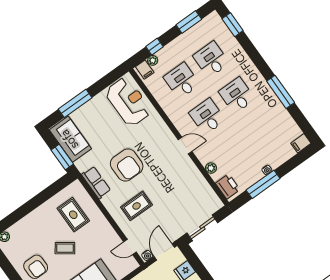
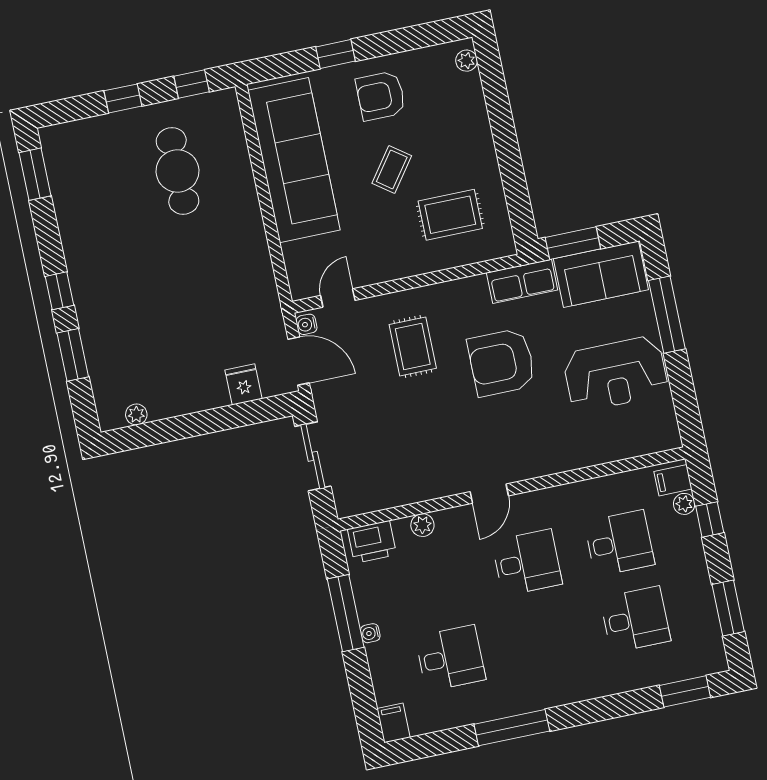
desk: (237, 95) -> (450, 658), moved
reception desk: (128, 102) -> (616, 374), moved
row of seats: (96, 183) -> (522, 281), moved

